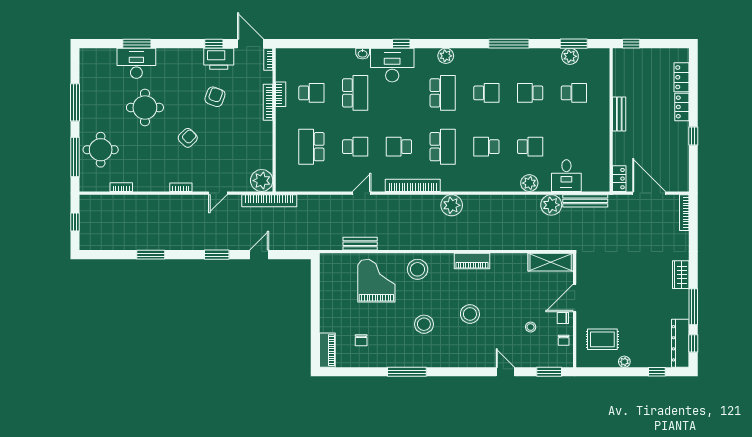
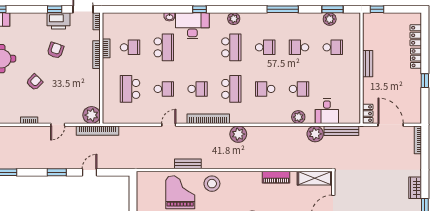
school desk: (399, 147) -> (198, 89), turned 180
bench: (360, 244) -> (188, 164), moved
piano: (472, 261) -> (276, 177), moved

